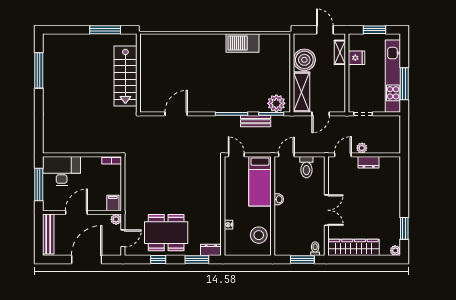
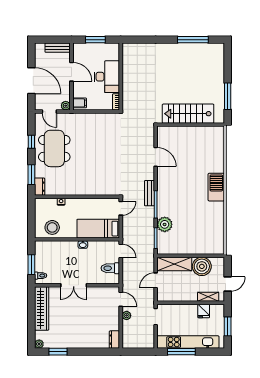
barbecue: (243, 43) -> (216, 187), moved
plant: (276, 103) -> (165, 224), moved
door: (321, 114) -> (156, 280), hinge flipped
bench: (256, 121) -> (149, 193), moved
dresser: (369, 162) -> (114, 340), moved
desk: (62, 171) -> (107, 77), moved
window: (39, 185) -> (95, 40), width x0.69
bench: (48, 234) -> (58, 48), width x0.73

